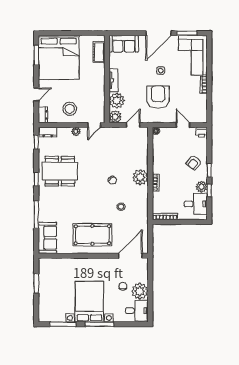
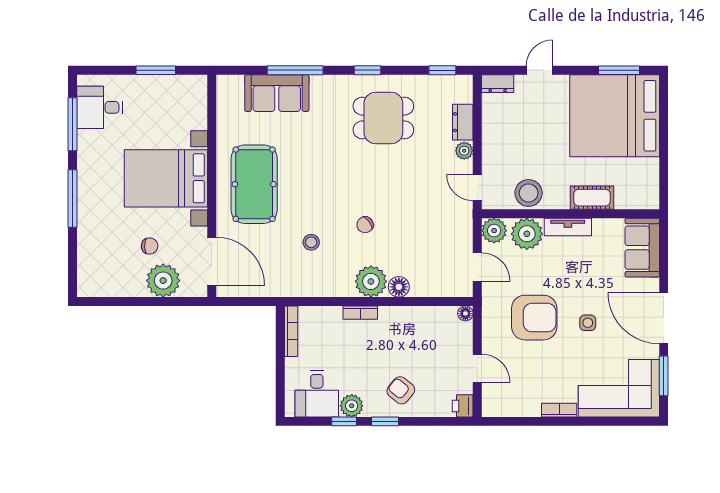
cot: (99, 52) -> (592, 198), moved
door: (36, 94) -> (539, 70), swing flipped
stool: (70, 109) -> (529, 193), moved
door: (183, 125) -> (477, 368), hinge flipped
dresser: (48, 132) -> (463, 122), moved
floor lamp: (143, 164) -> (399, 287), added
dining table: (60, 171) -> (383, 118), width x0.73
sofa: (48, 238) -> (277, 93), moved
plant: (140, 291) -> (163, 281), moved
bed with nightstands: (89, 302) -> (166, 178), moved, turned 180
desk: (137, 311) -> (100, 107), moved, turned 90

